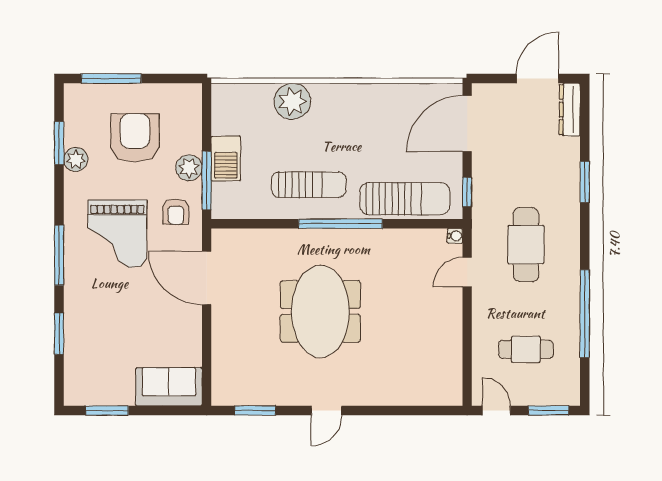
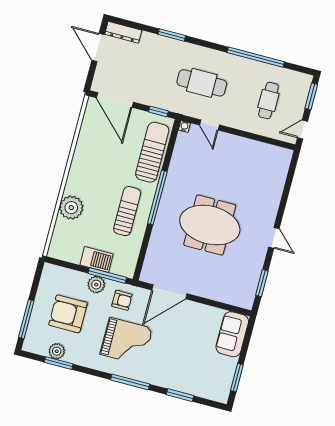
plant: (76, 159) -> (57, 351), moved

